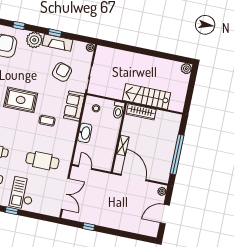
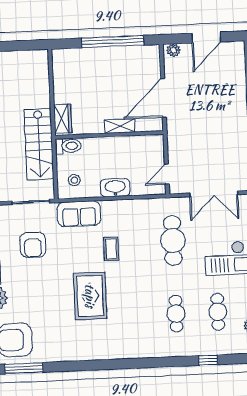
armchair: (62, 72) -> (33, 245), turned -107
stairs: (147, 96) -> (39, 144), moved
wardrobe: (141, 112) -> (63, 119), width x0.67
double door: (65, 194) -> (214, 194), swing flipped
door: (165, 214) -> (206, 38), hinge flipped

